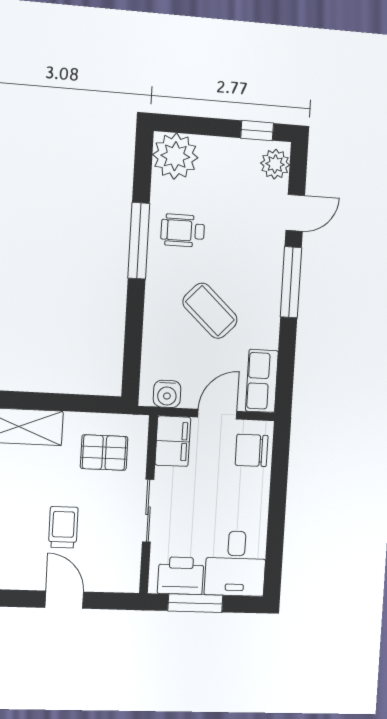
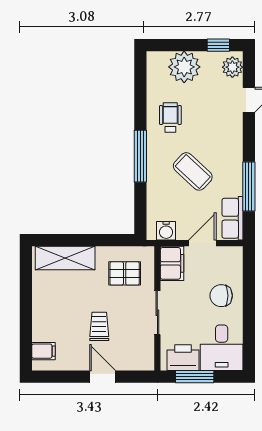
plant: (175, 156) -> (184, 67), moved
wheelchair: (183, 231) -> (170, 117), turned 90
window: (139, 241) -> (140, 156), moved
window: (291, 282) -> (249, 187), moved
chair: (252, 450) -> (221, 296), moved

